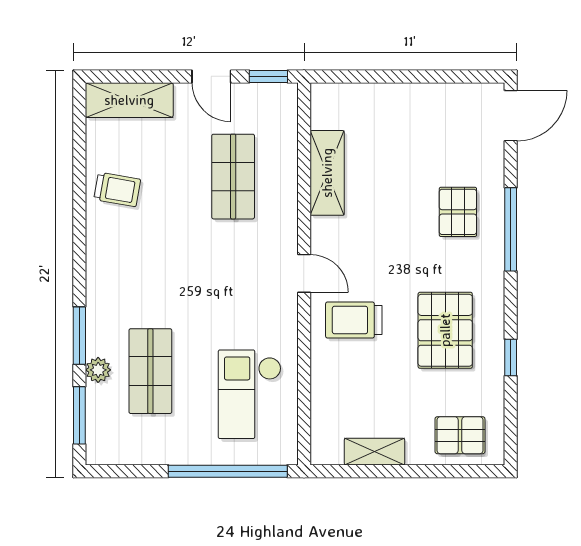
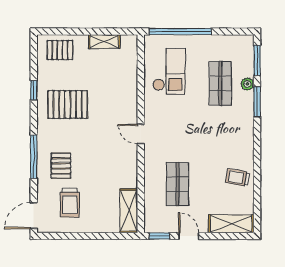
shelving: (327, 173) -> (129, 211), moved
trolley: (354, 320) -> (70, 203), moved, turned 90
pallet: (445, 330) -> (68, 104), turned 90

